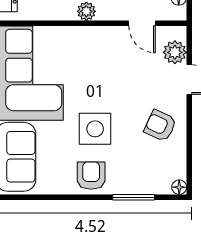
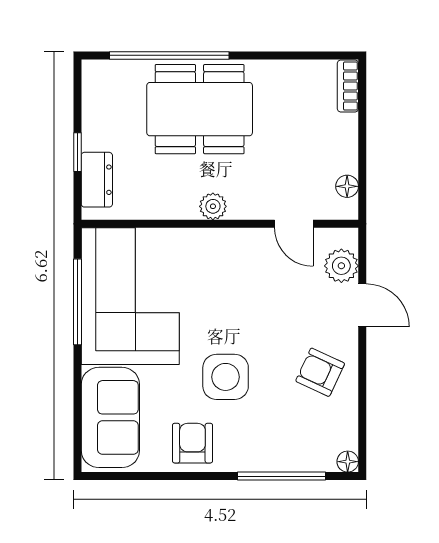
armchair: (91, 176) -> (192, 443), moved
window: (134, 197) -> (282, 476), width x1.44

